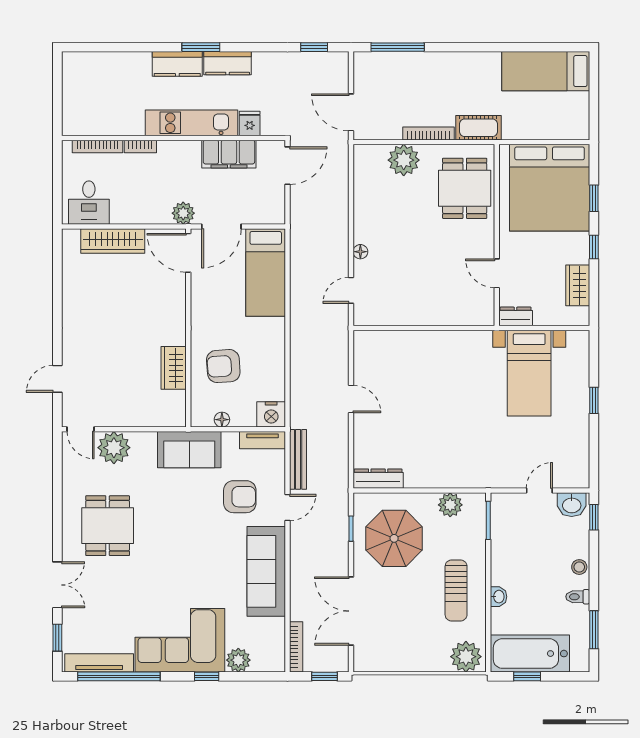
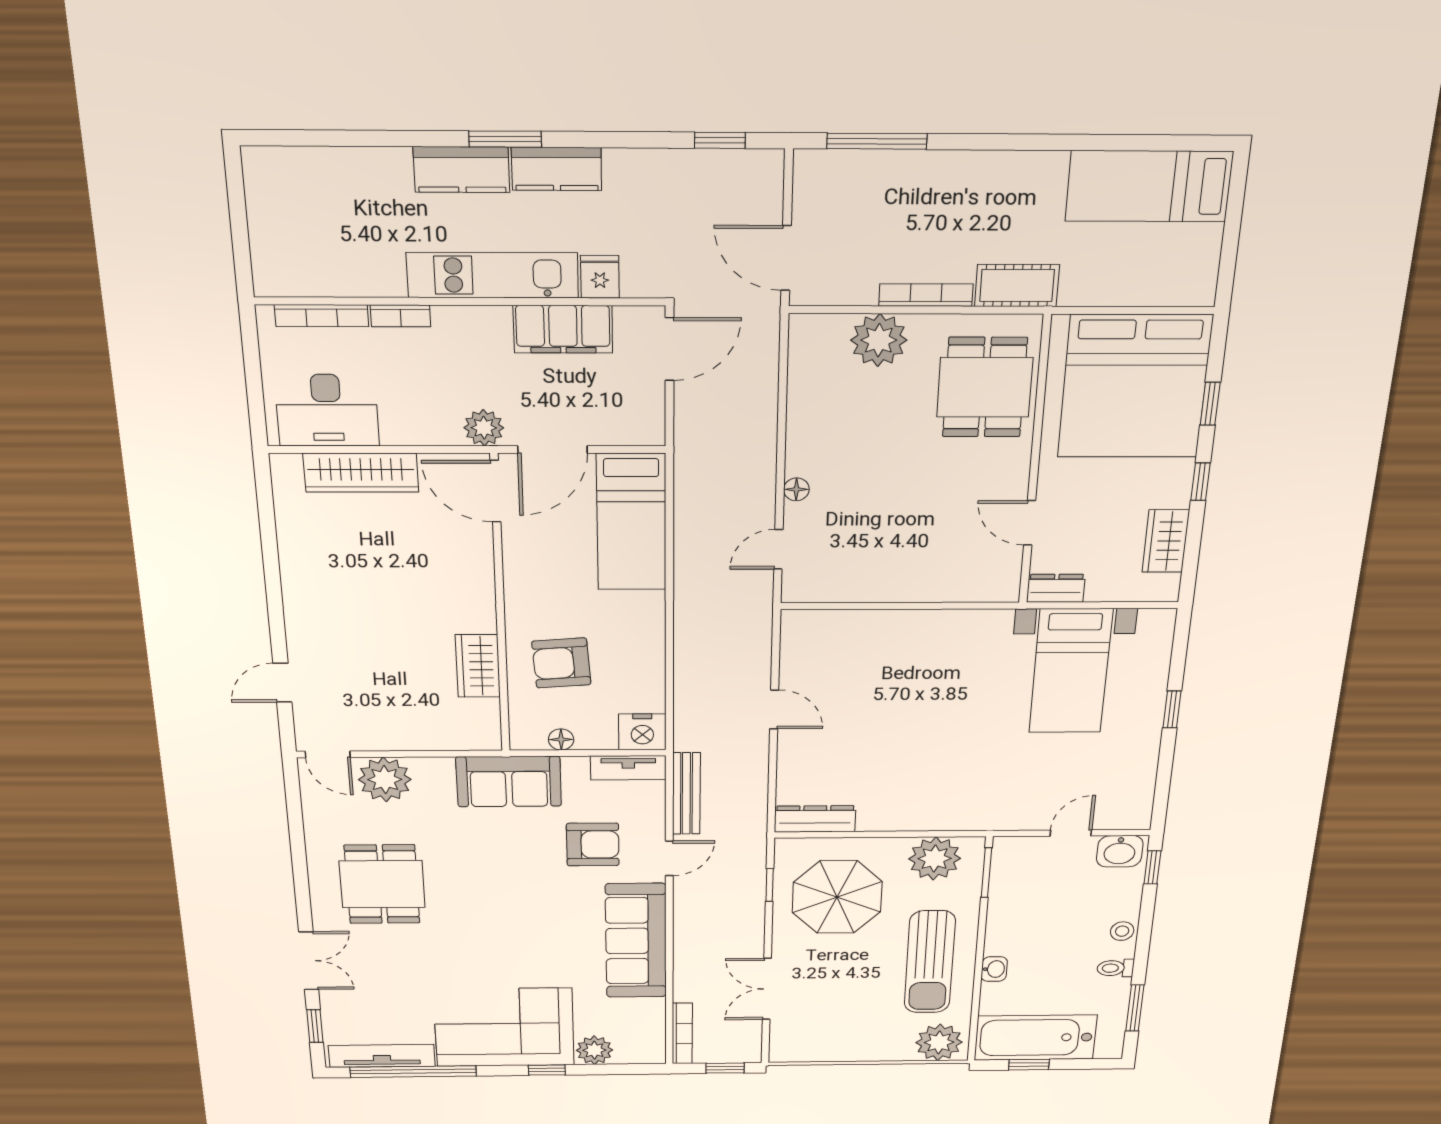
desk: (89, 203) -> (327, 410), width x1.37
plant: (450, 505) -> (935, 859), width x1.36, depth x1.36
sun lounger: (456, 590) -> (930, 962), width x1.36, depth x1.34
double door: (351, 611) -> (767, 989), width x0.73

